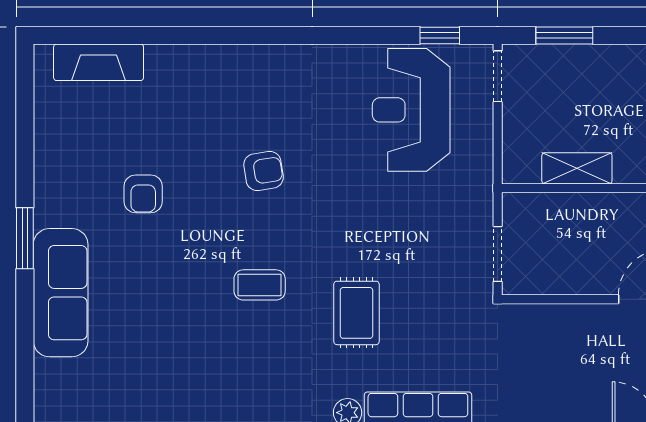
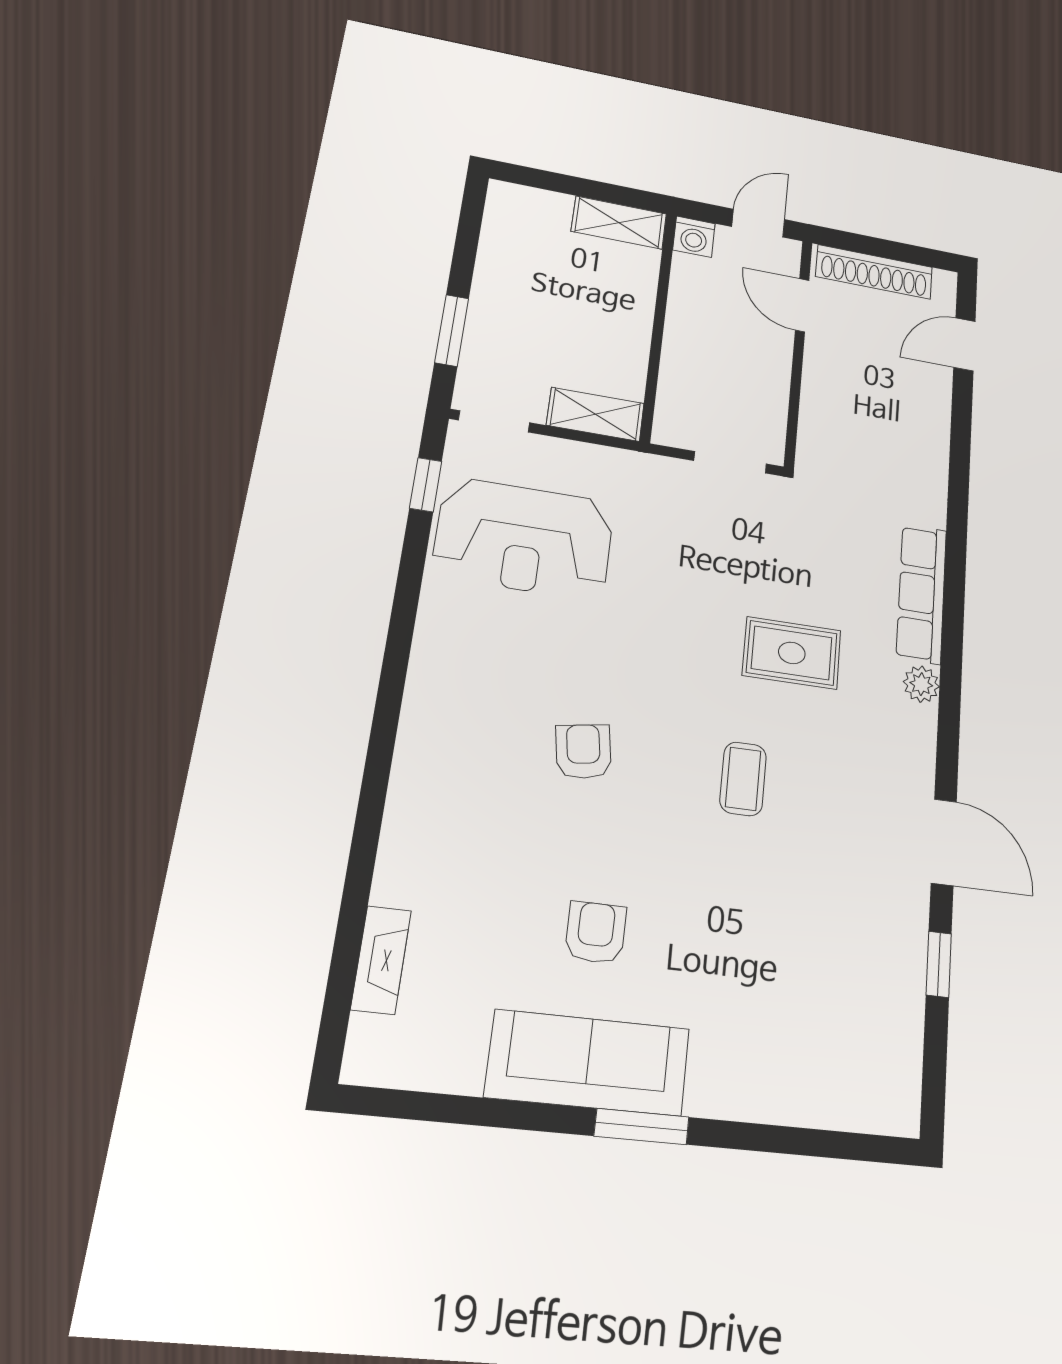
fireplace: (99, 62) -> (381, 960), width x0.73, depth x0.76
shelving: (577, 168) -> (596, 414), moved, turned 90
armchair: (143, 194) -> (596, 933), turned -90
sofa: (61, 293) -> (588, 1063), moved

